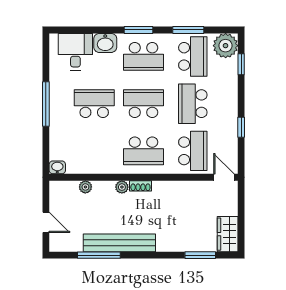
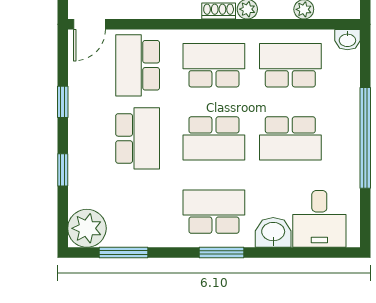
window: (188, 30) -> (123, 253), moved
school desk: (193, 56) -> (290, 65), moved, turned 90
window: (241, 64) -> (63, 170), moved
window: (46, 104) -> (365, 138), width x1.46
door: (224, 177) -> (90, 24), hinge flipped

